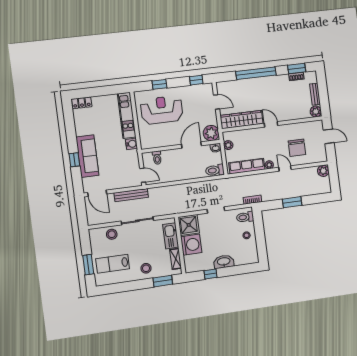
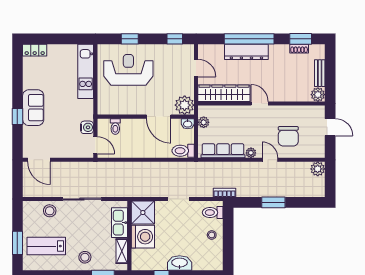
dresser: (255, 84) -> (246, 52), added
water cooler: (131, 144) -> (87, 127), moved
door: (191, 145) -> (159, 117), swing flipped
sofa: (87, 156) -> (33, 108), width x0.73
bench: (131, 195) -> (79, 167), removed

